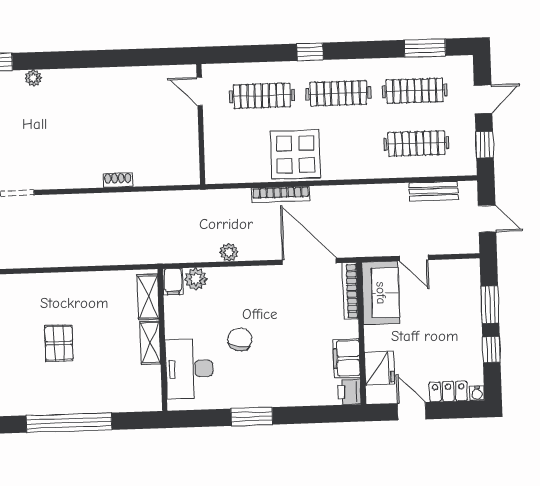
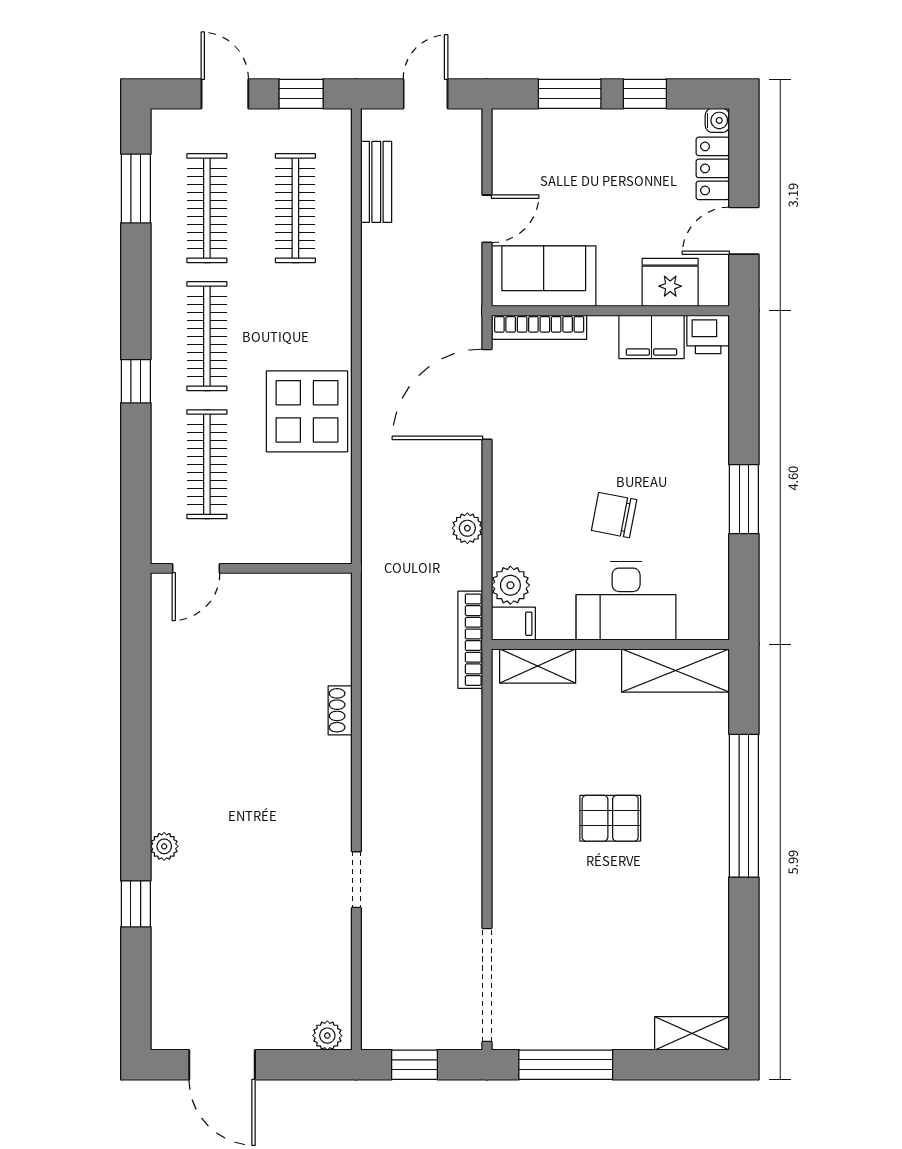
bookcase: (281, 194) -> (470, 640), moved, turned 180
shelving: (150, 343) -> (675, 670), moved, width x1.50, depth x1.33
desk: (189, 369) -> (626, 601), moved

